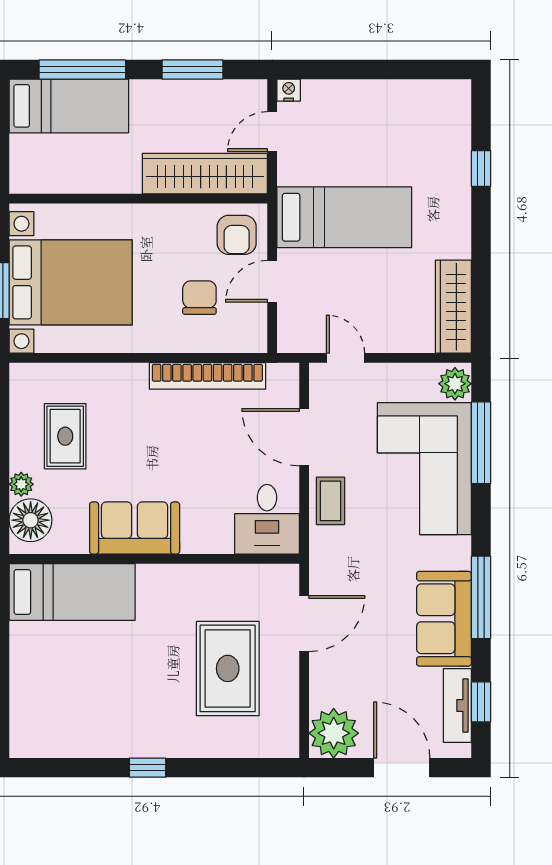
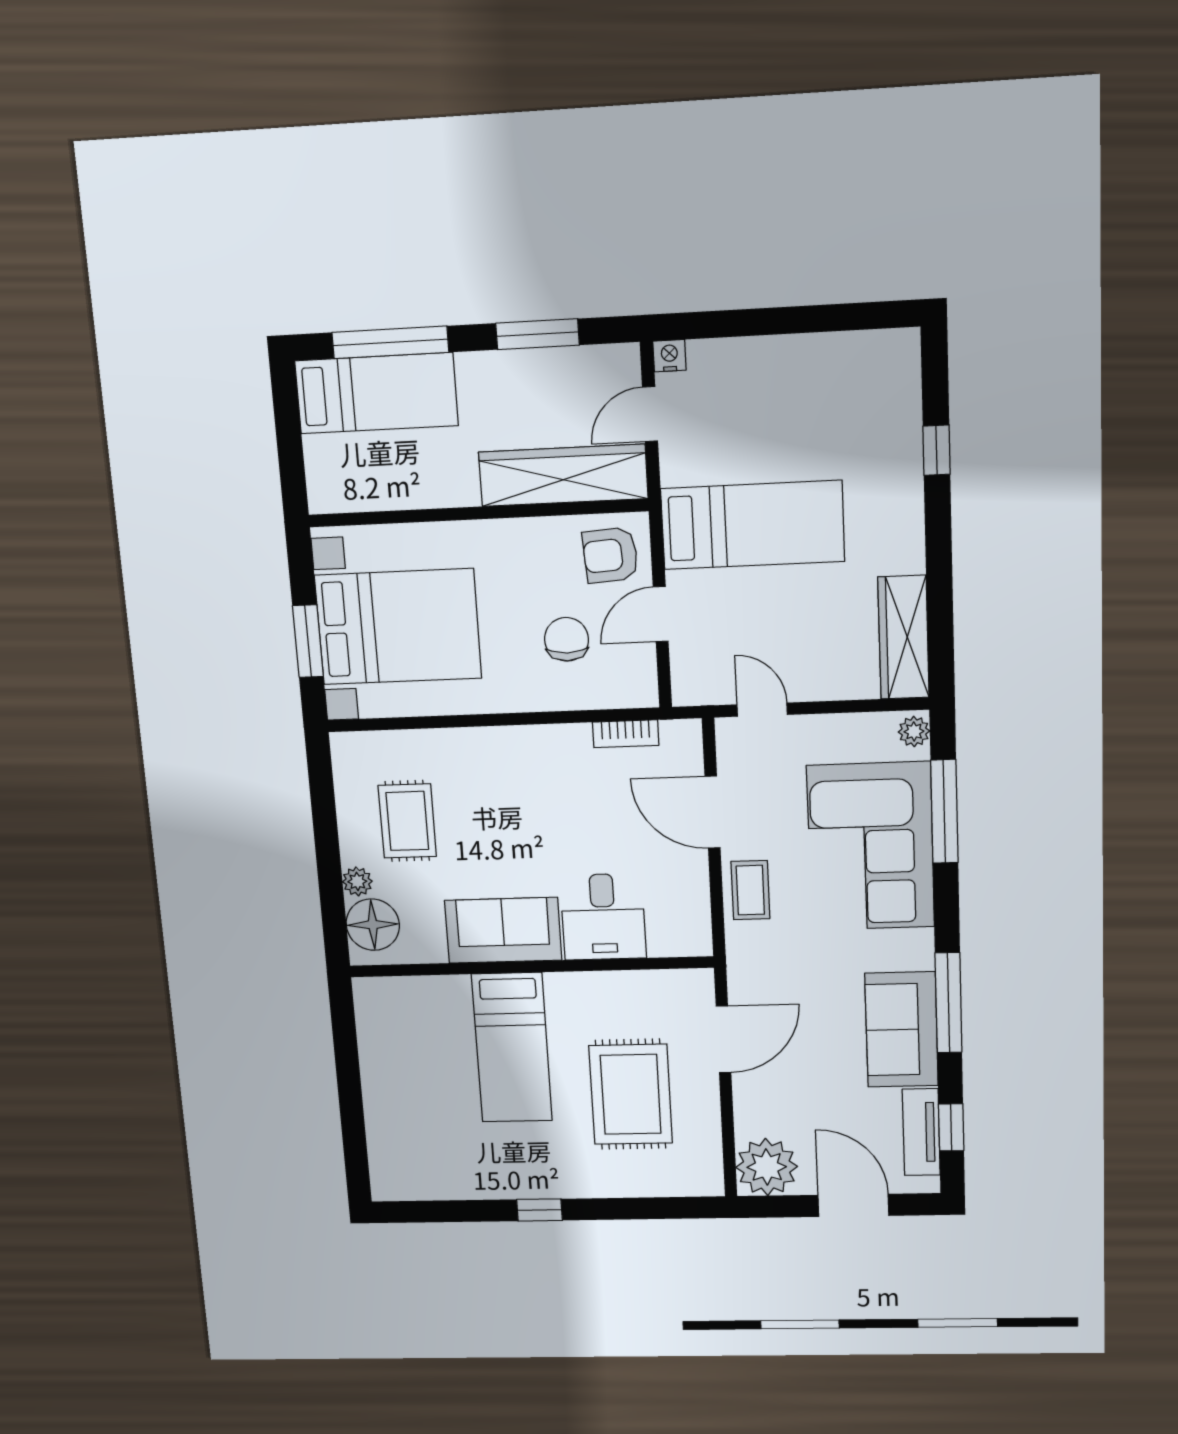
armchair: (237, 235) -> (610, 555), turned 86
bookcase: (207, 376) -> (626, 734), width x0.43, depth x0.76
plant: (455, 384) -> (914, 731), width x0.73, depth x0.73
desk: (267, 519) -> (603, 917), moved
bed: (72, 592) -> (512, 1048), moved, turned 90

